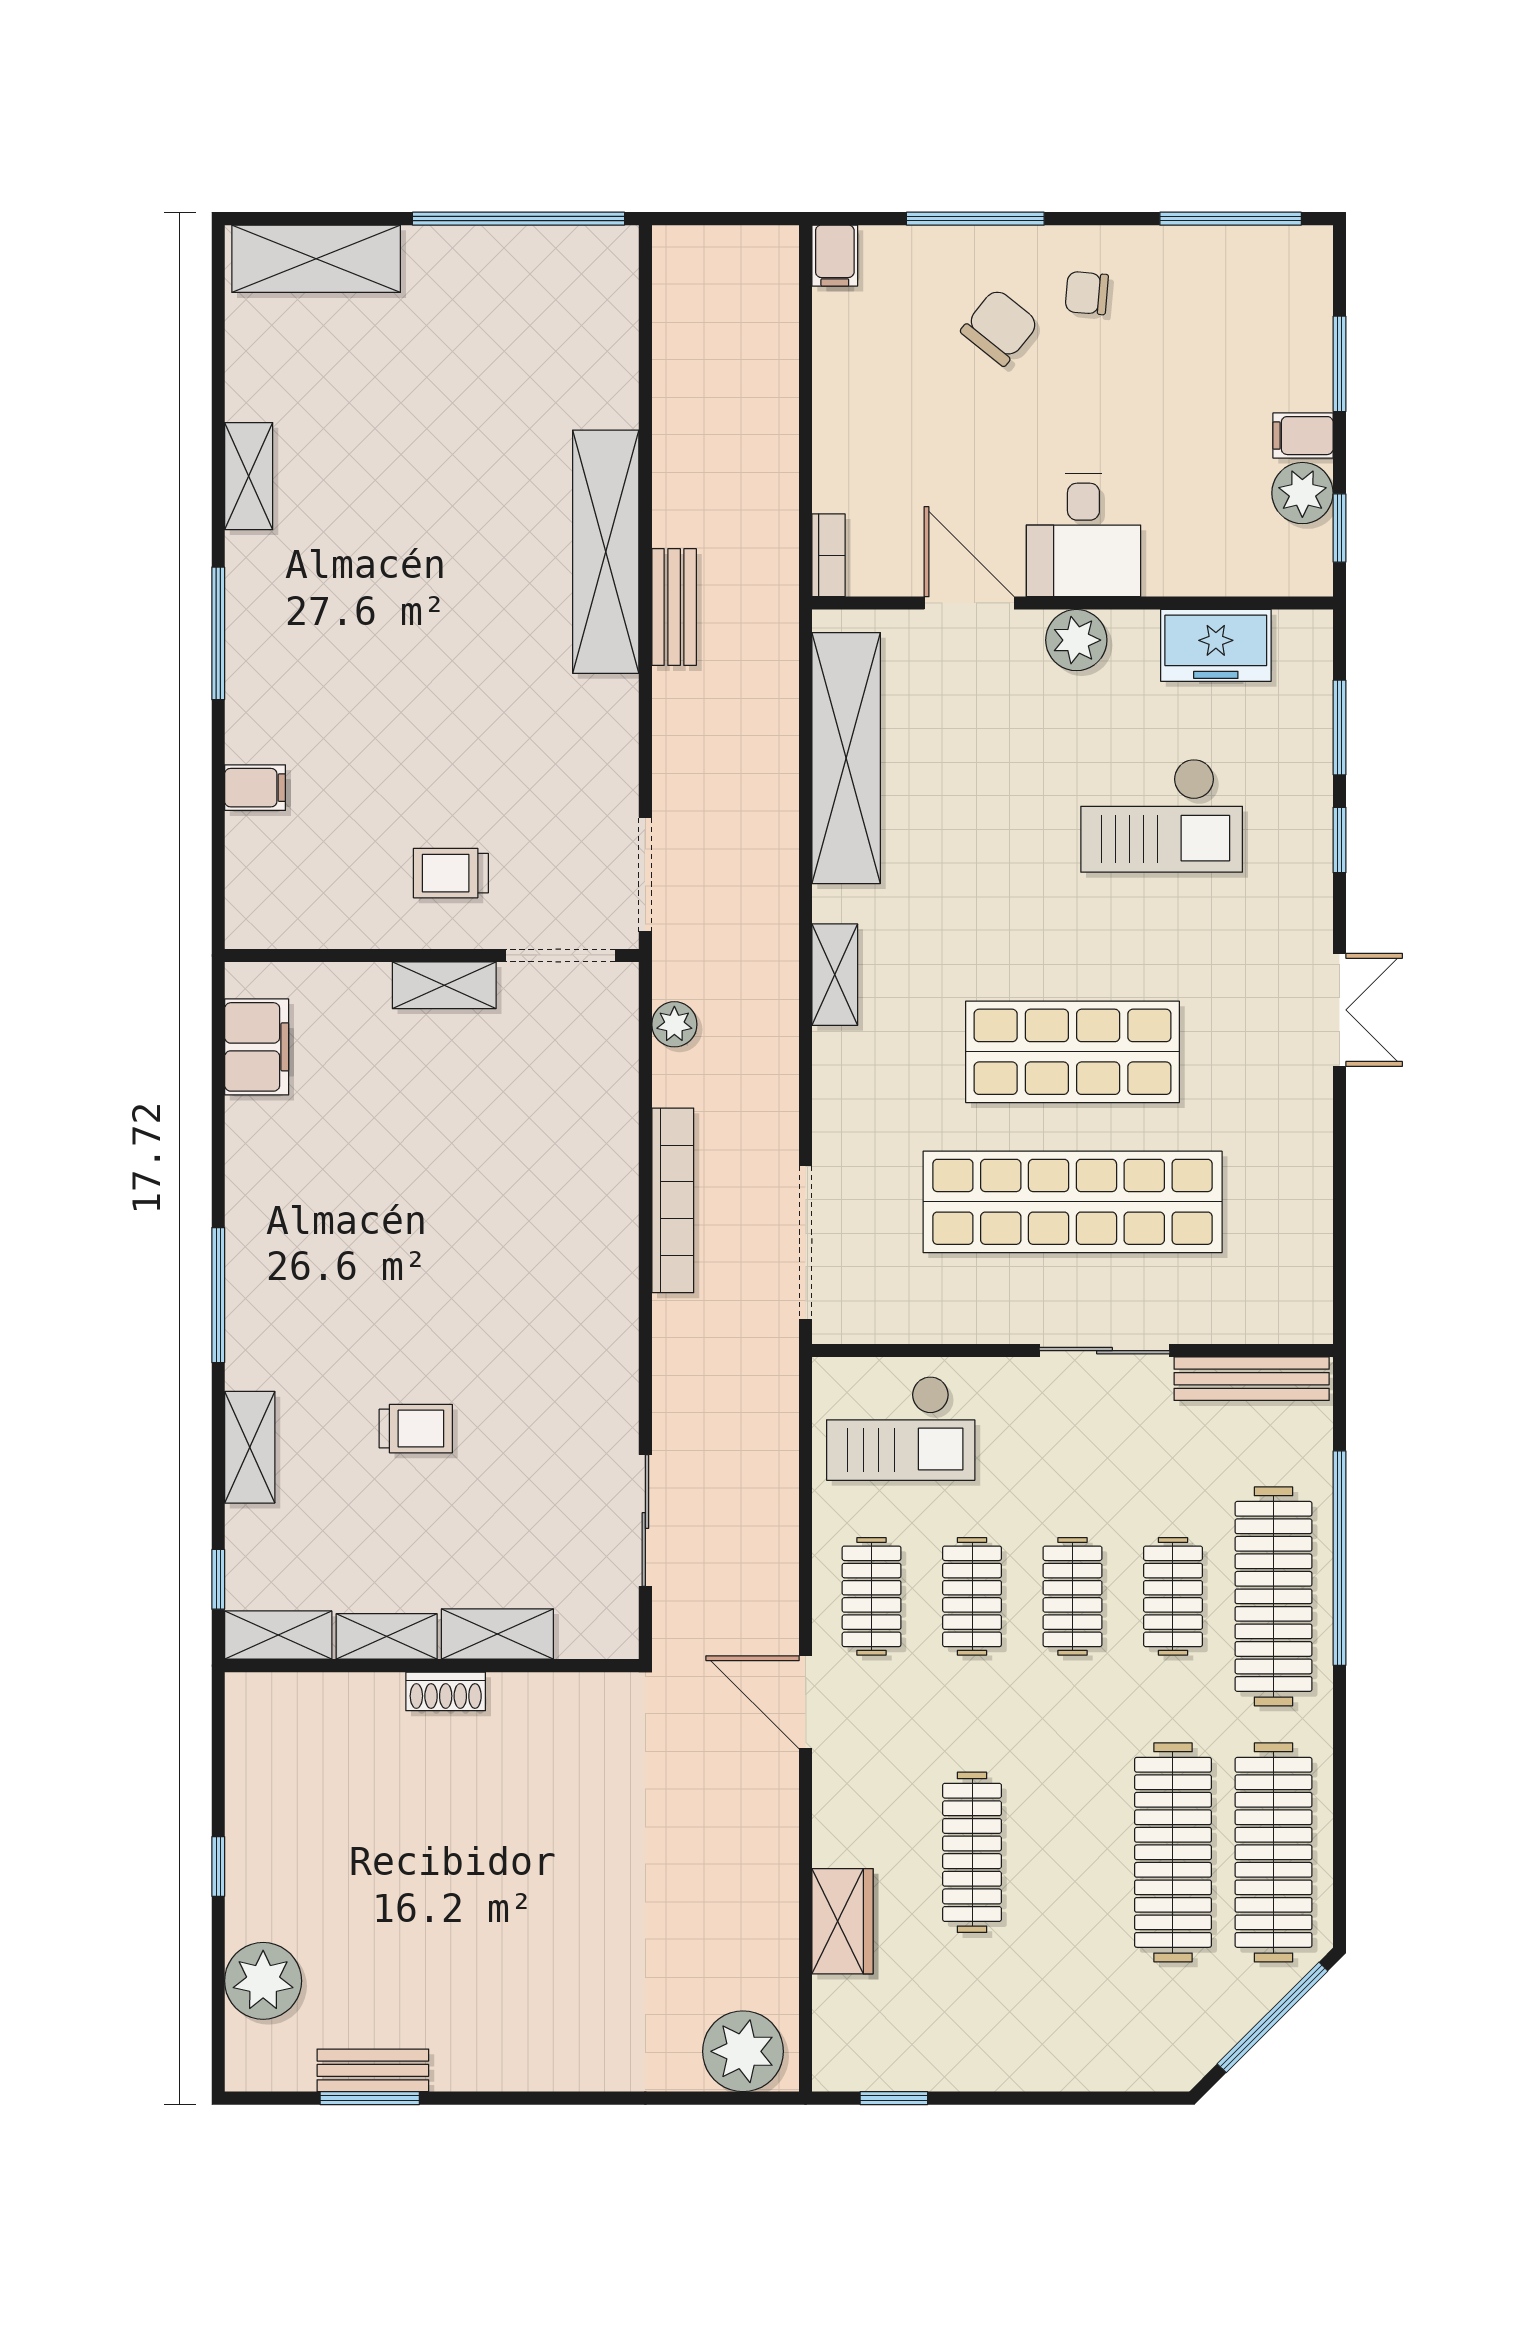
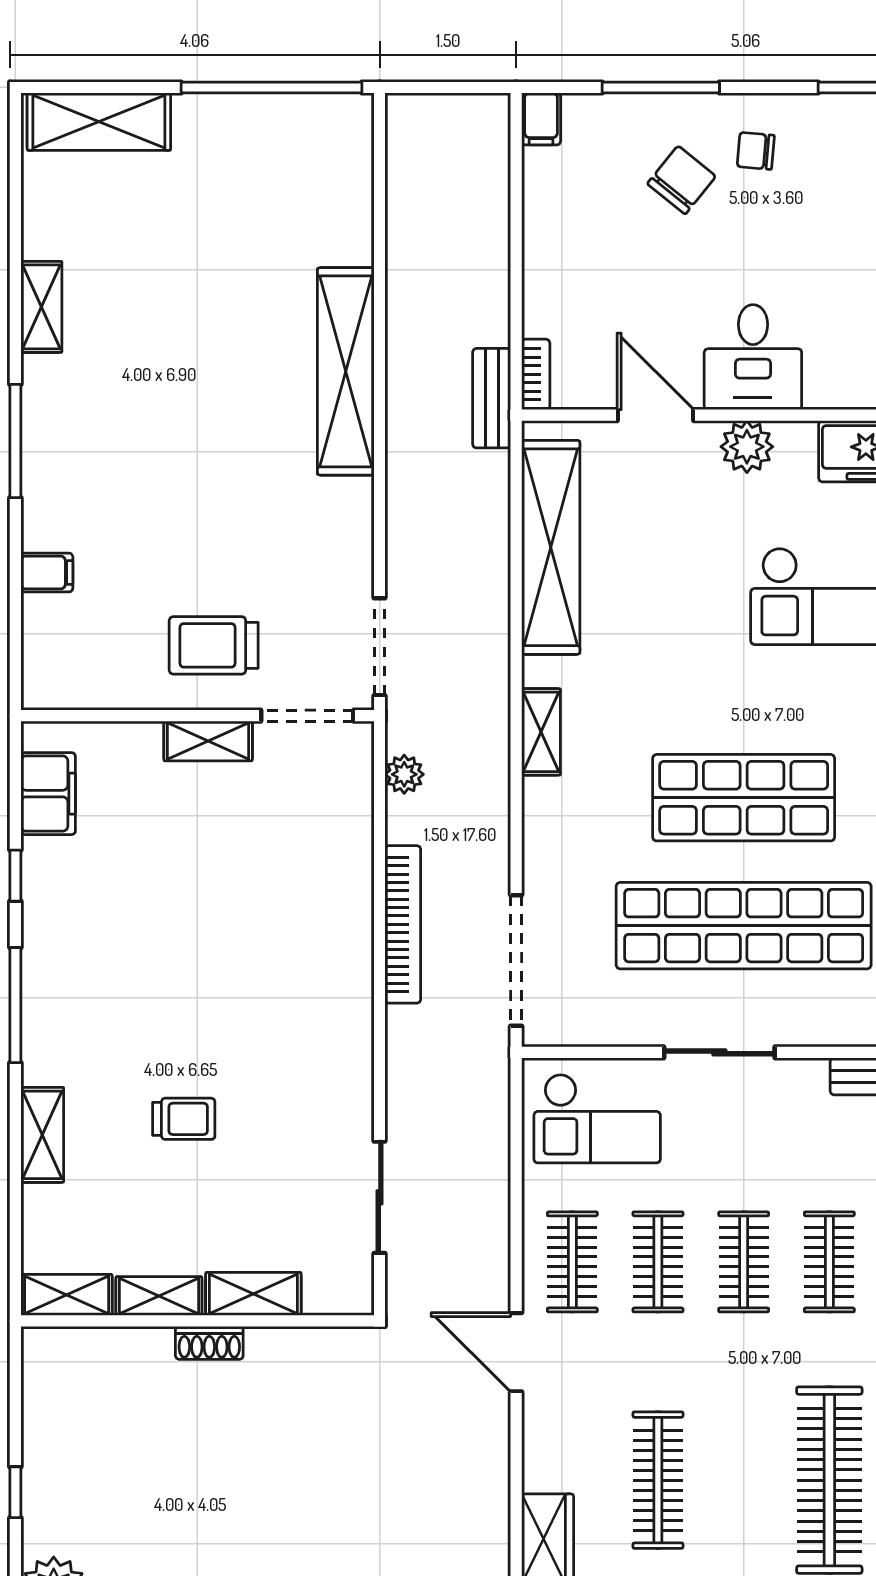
bench: (674, 607) -> (492, 398), moved
trolley: (451, 873) -> (214, 645), width x1.36, depth x1.39
sliding door: (1104, 1351) -> (719, 1052), moved
window: (218, 1579) -> (15, 876), moved

